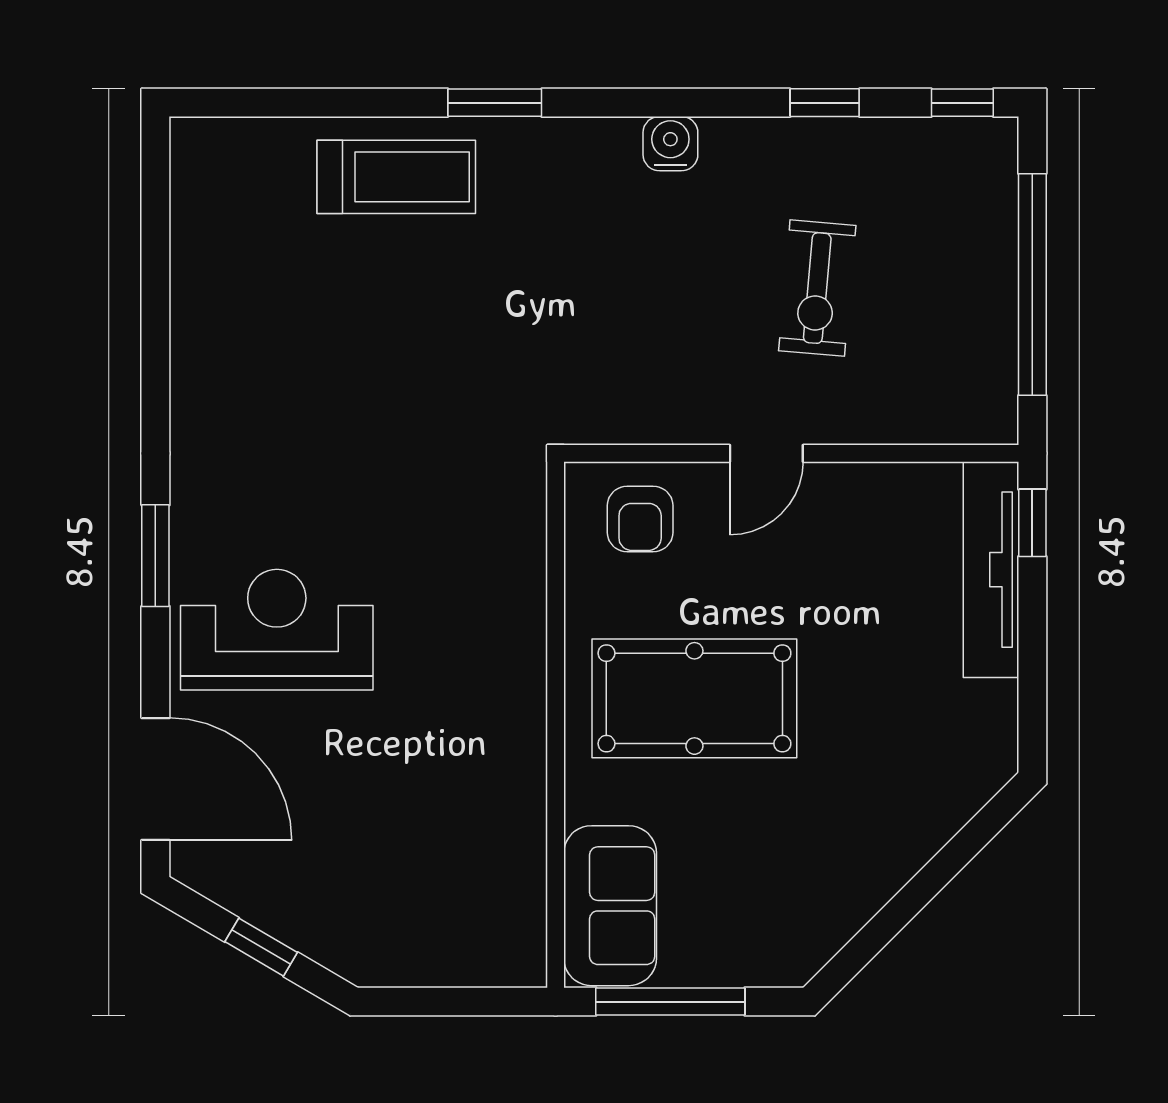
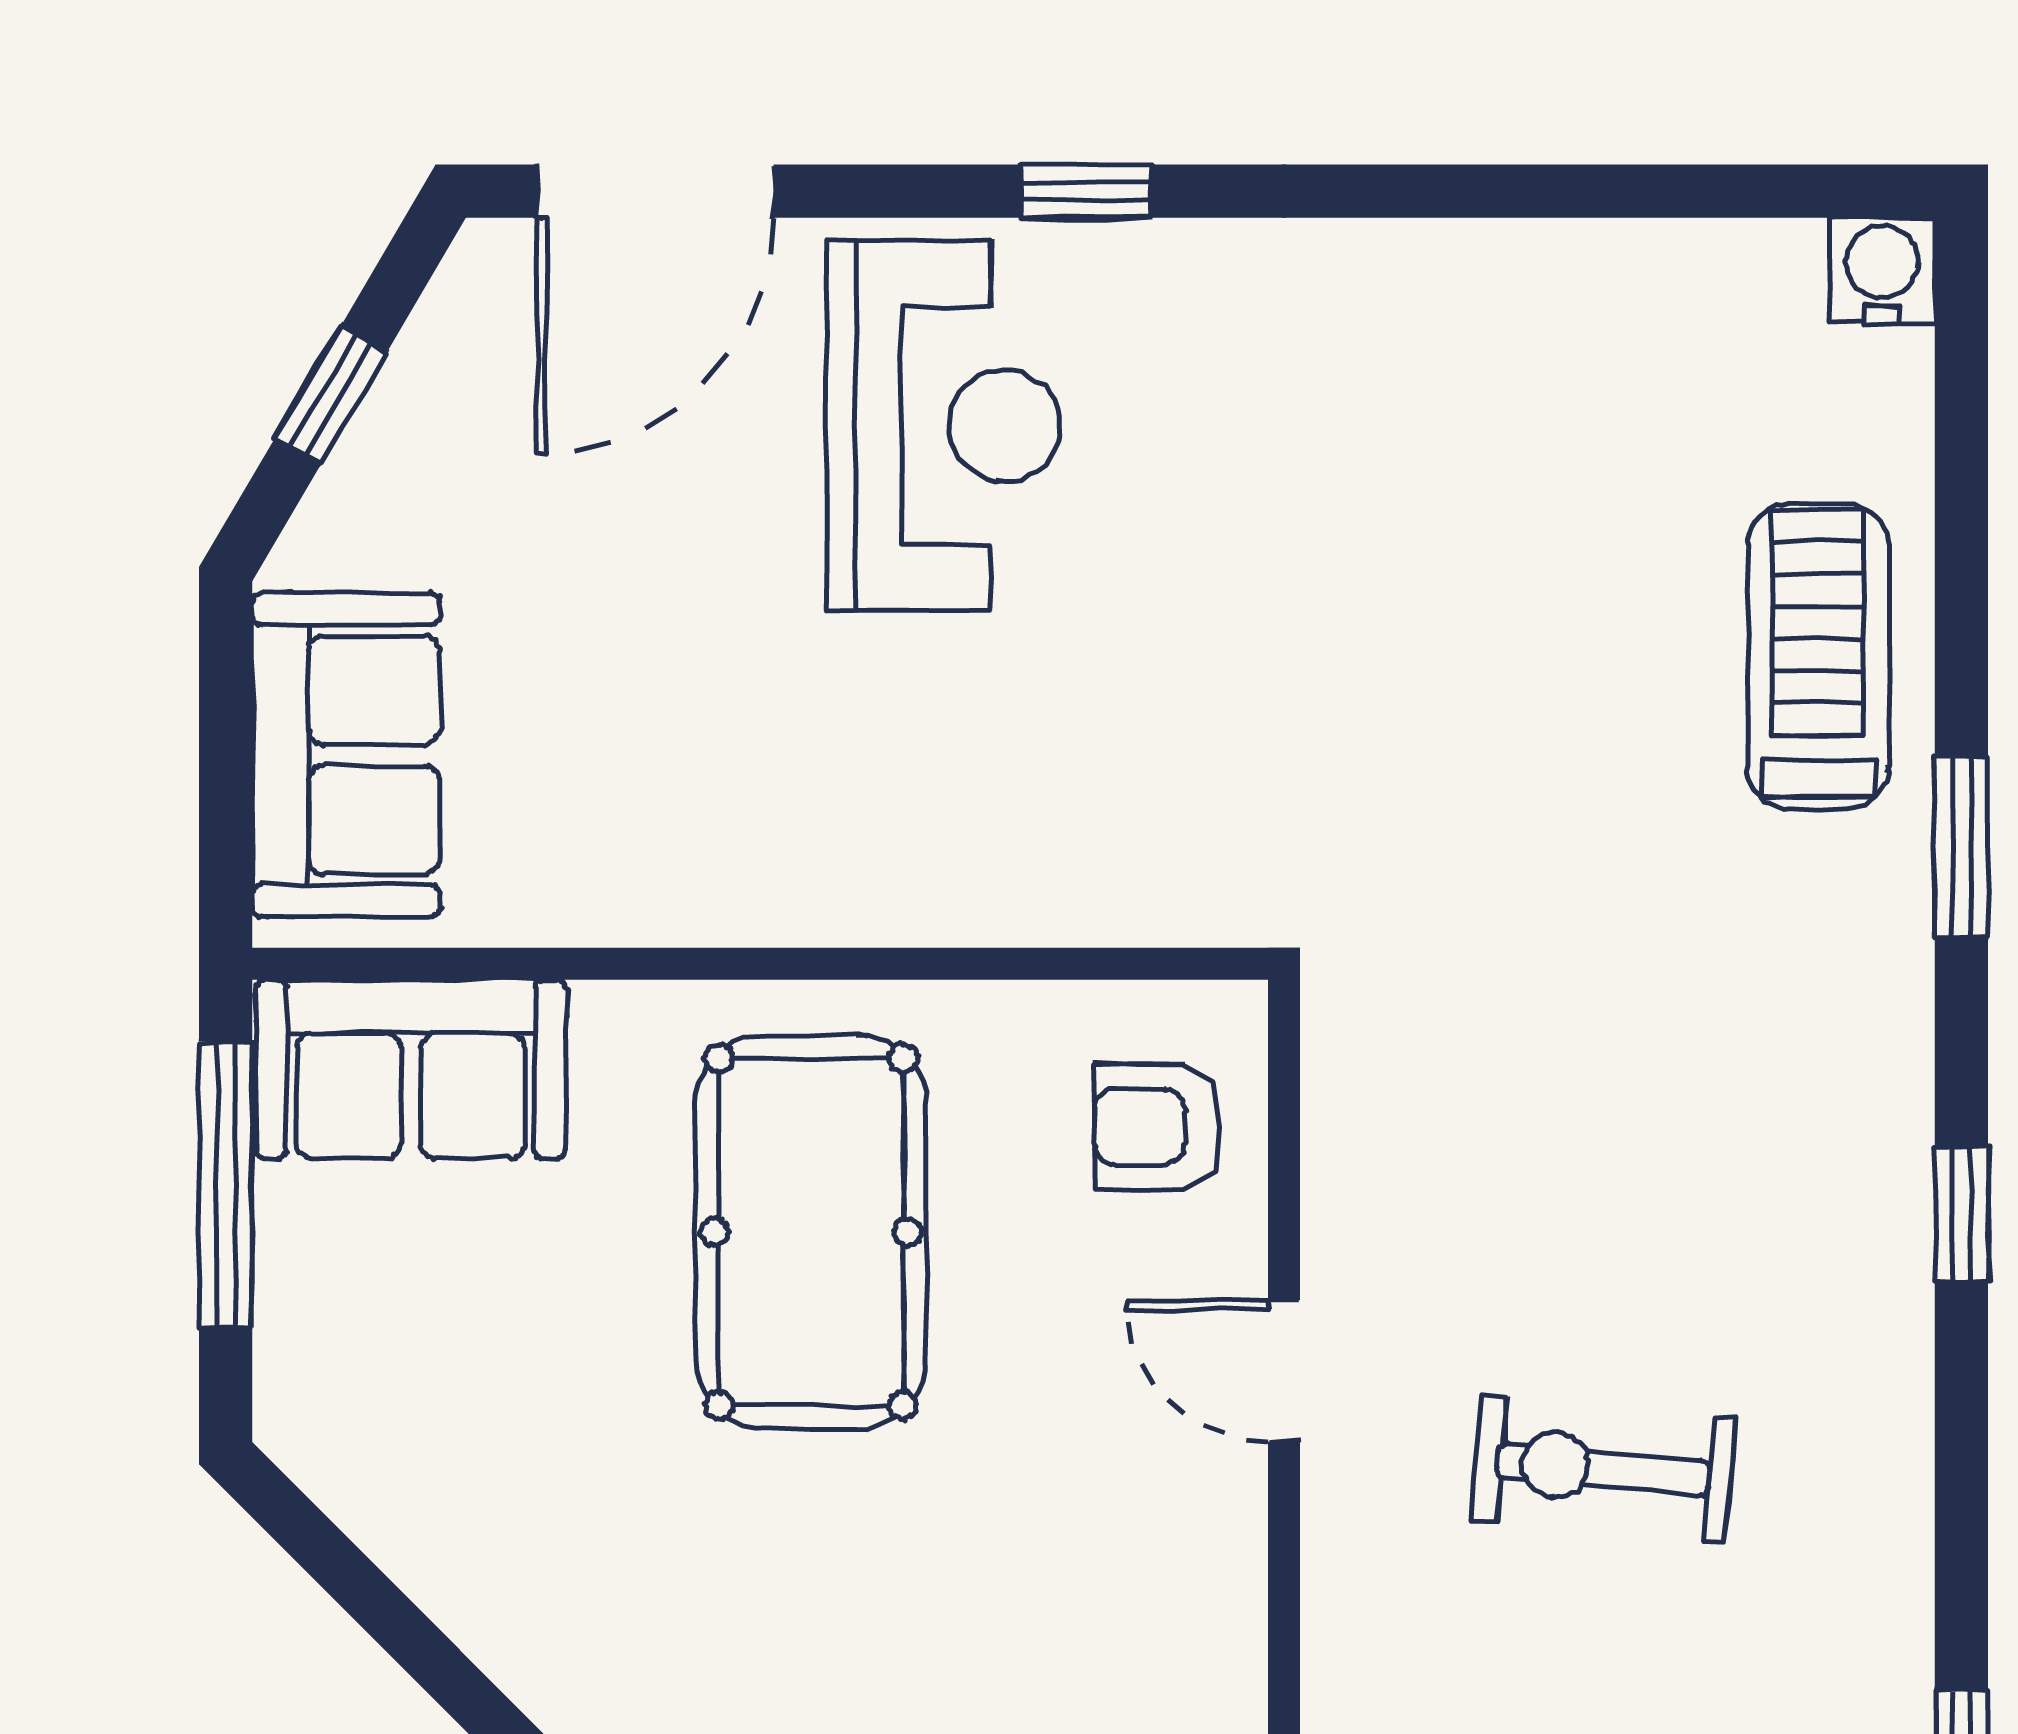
window: (825, 103) -> (1961, 1214), moved
water cooler: (670, 144) -> (1882, 270), moved, turned -90
treadmill: (396, 177) -> (1818, 656), turned 180
window: (155, 556) -> (1087, 191), width x0.67
sofa: (447, 939) -> (346, 755), added

